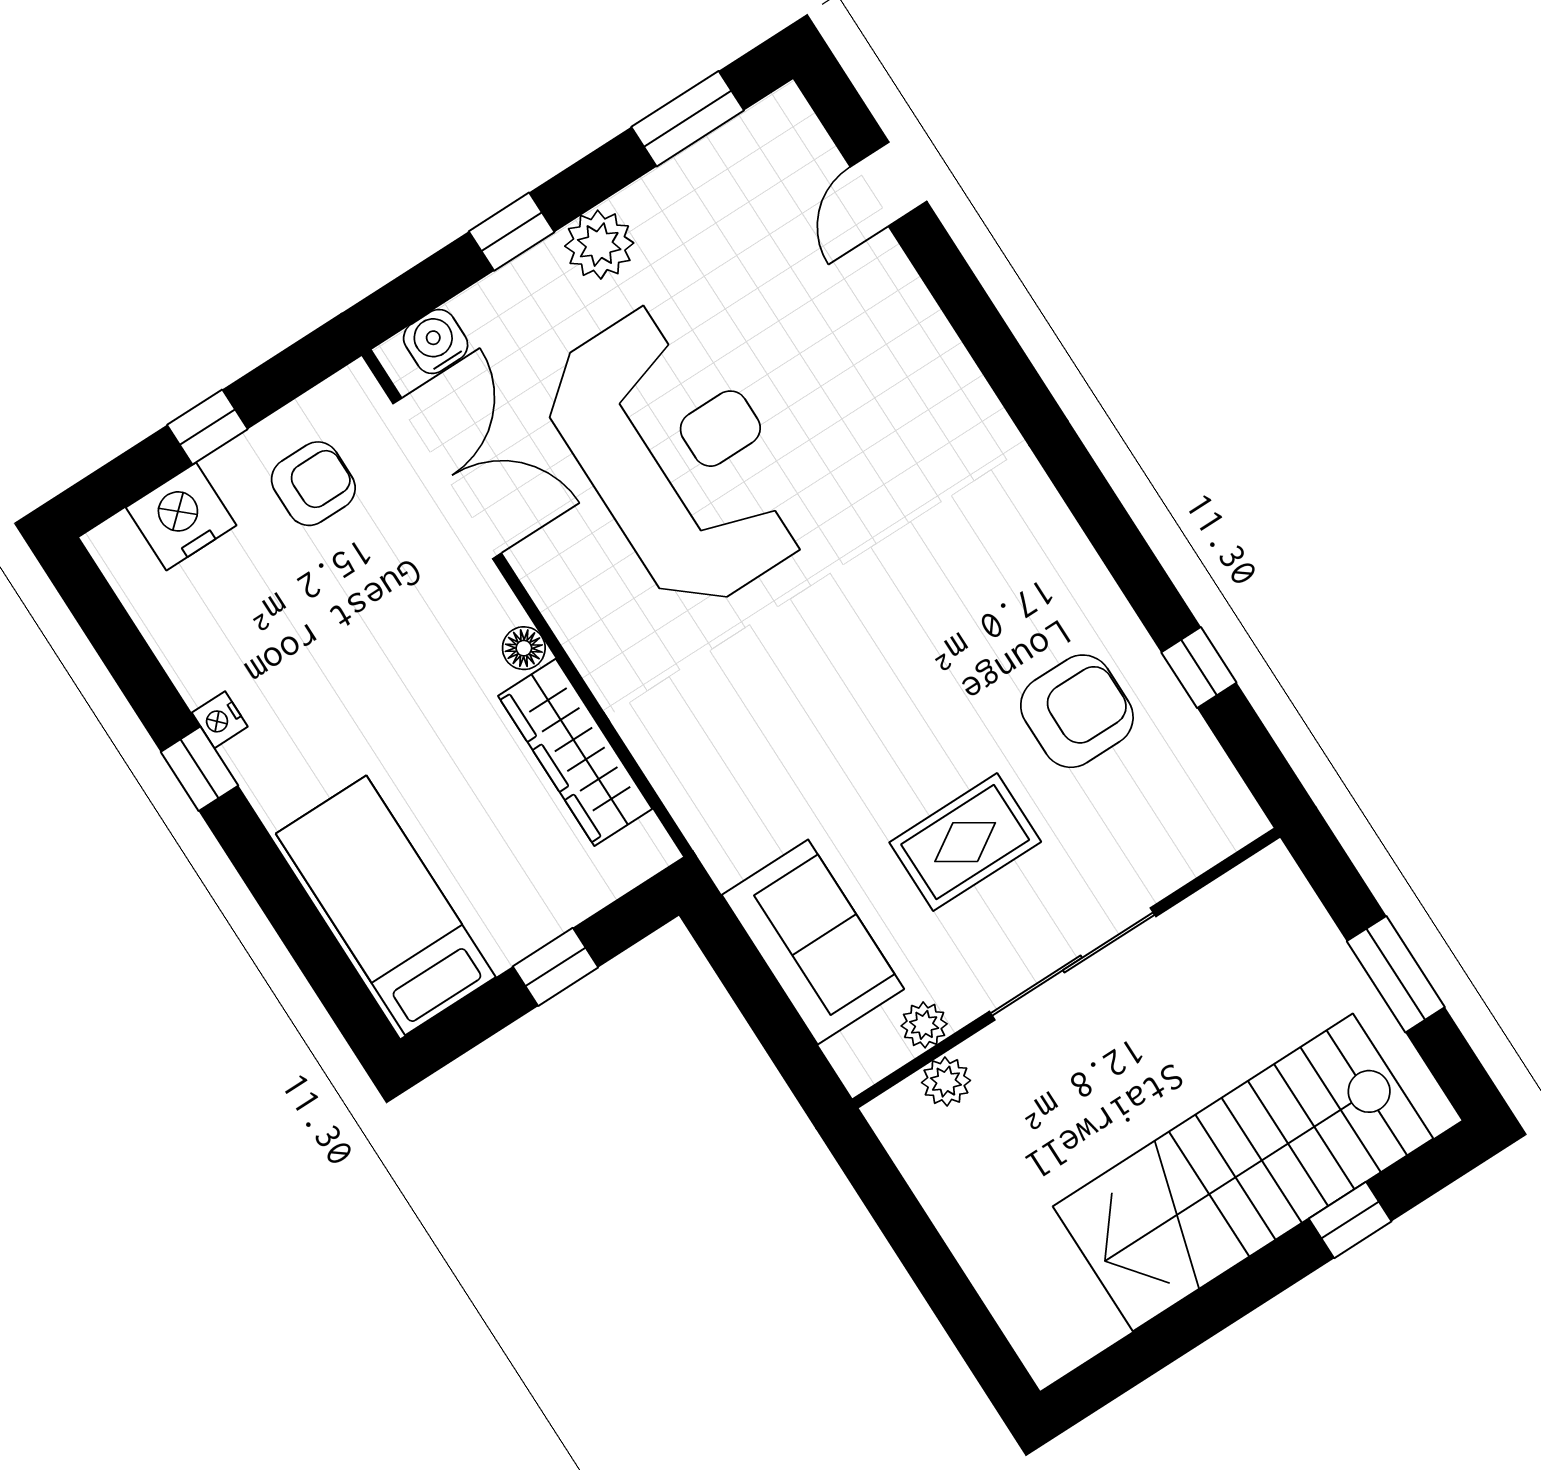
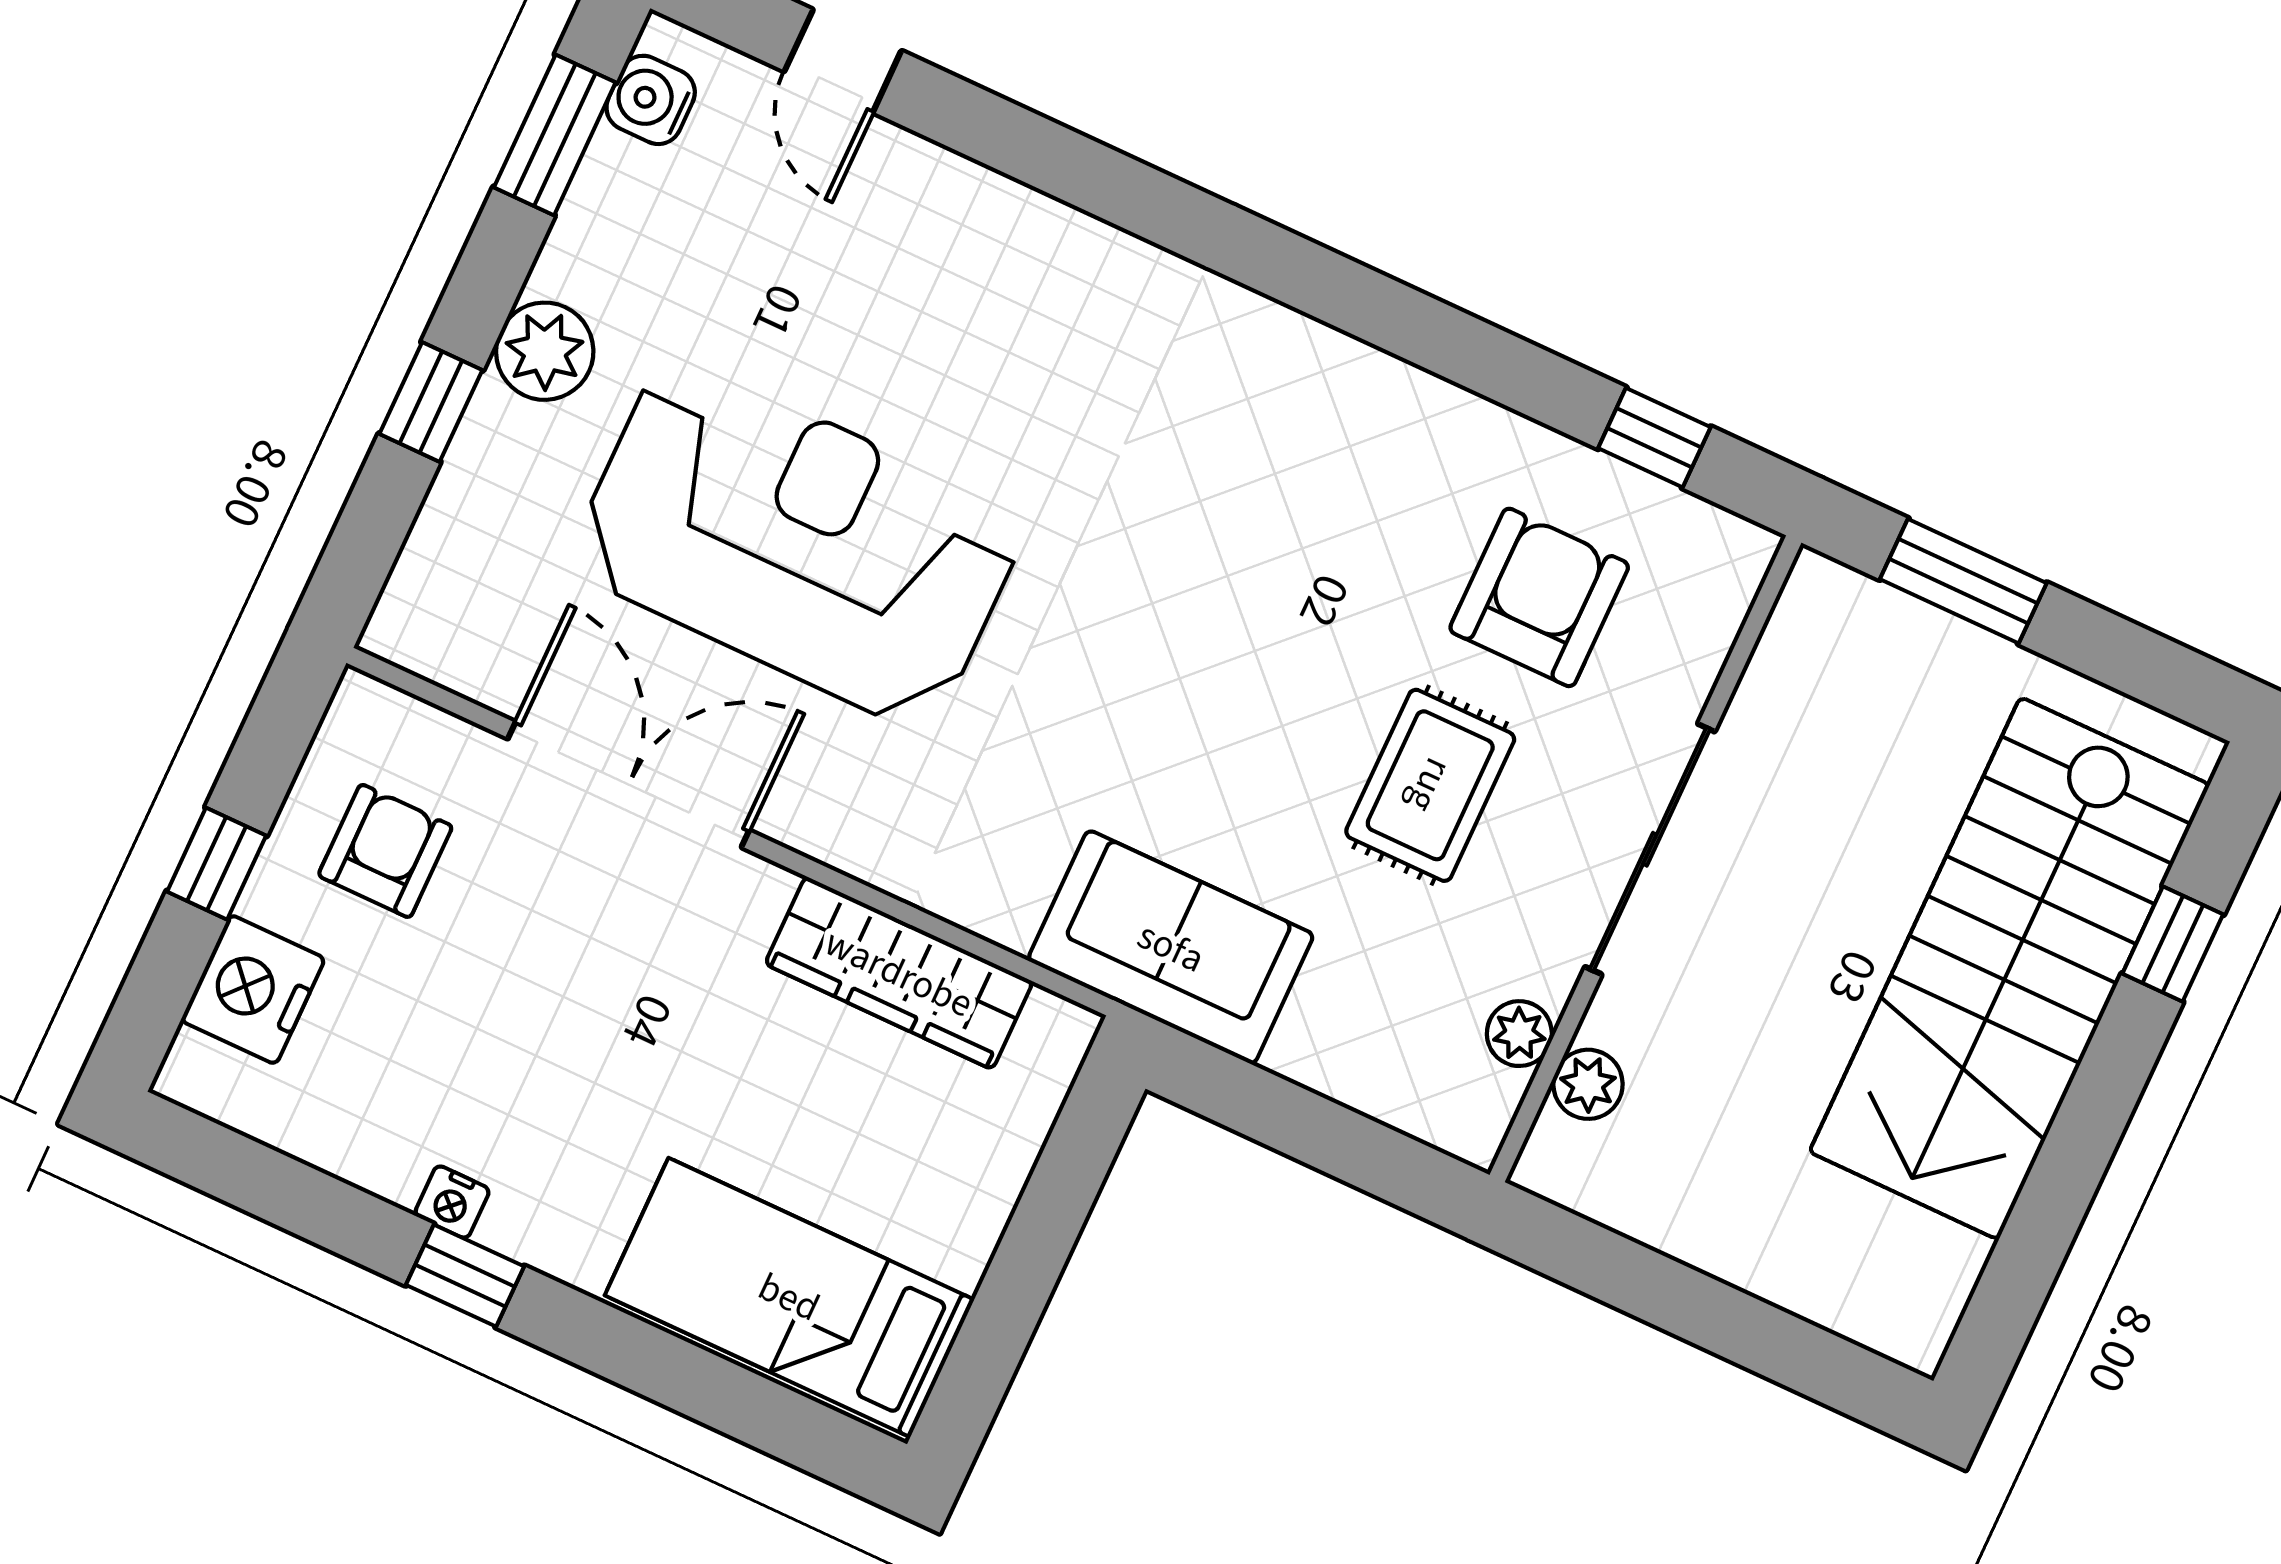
water cooler: (436, 341) -> (651, 100), moved
double door: (447, 478) -> (629, 785), moved
floor lamp: (524, 648) -> (759, 888), removed
window: (1199, 668) -> (1654, 438), moved
armchair: (1077, 711) -> (1539, 597), moved
sofa: (813, 942) -> (1171, 947), moved
window: (555, 967) -> (1037, 1243), removed
window: (1396, 974) -> (1963, 581), moved

